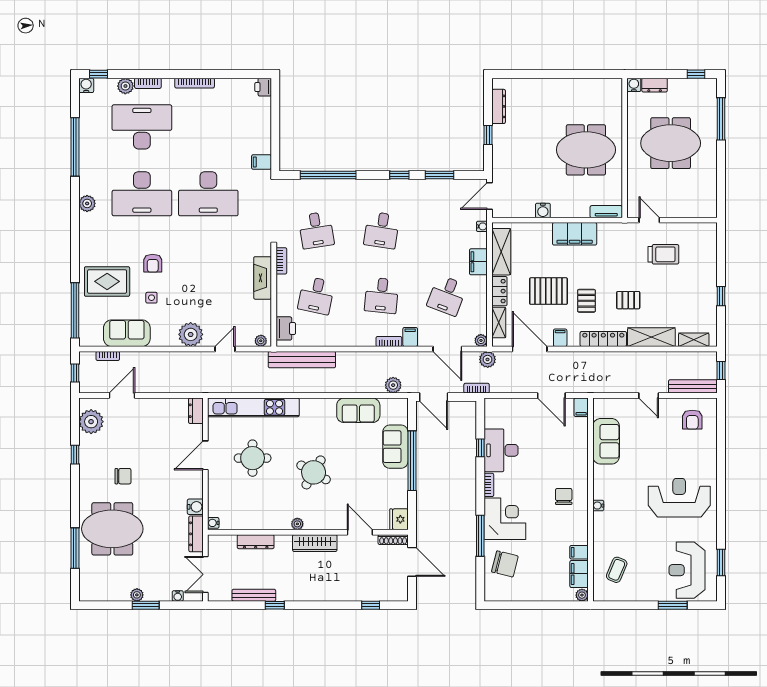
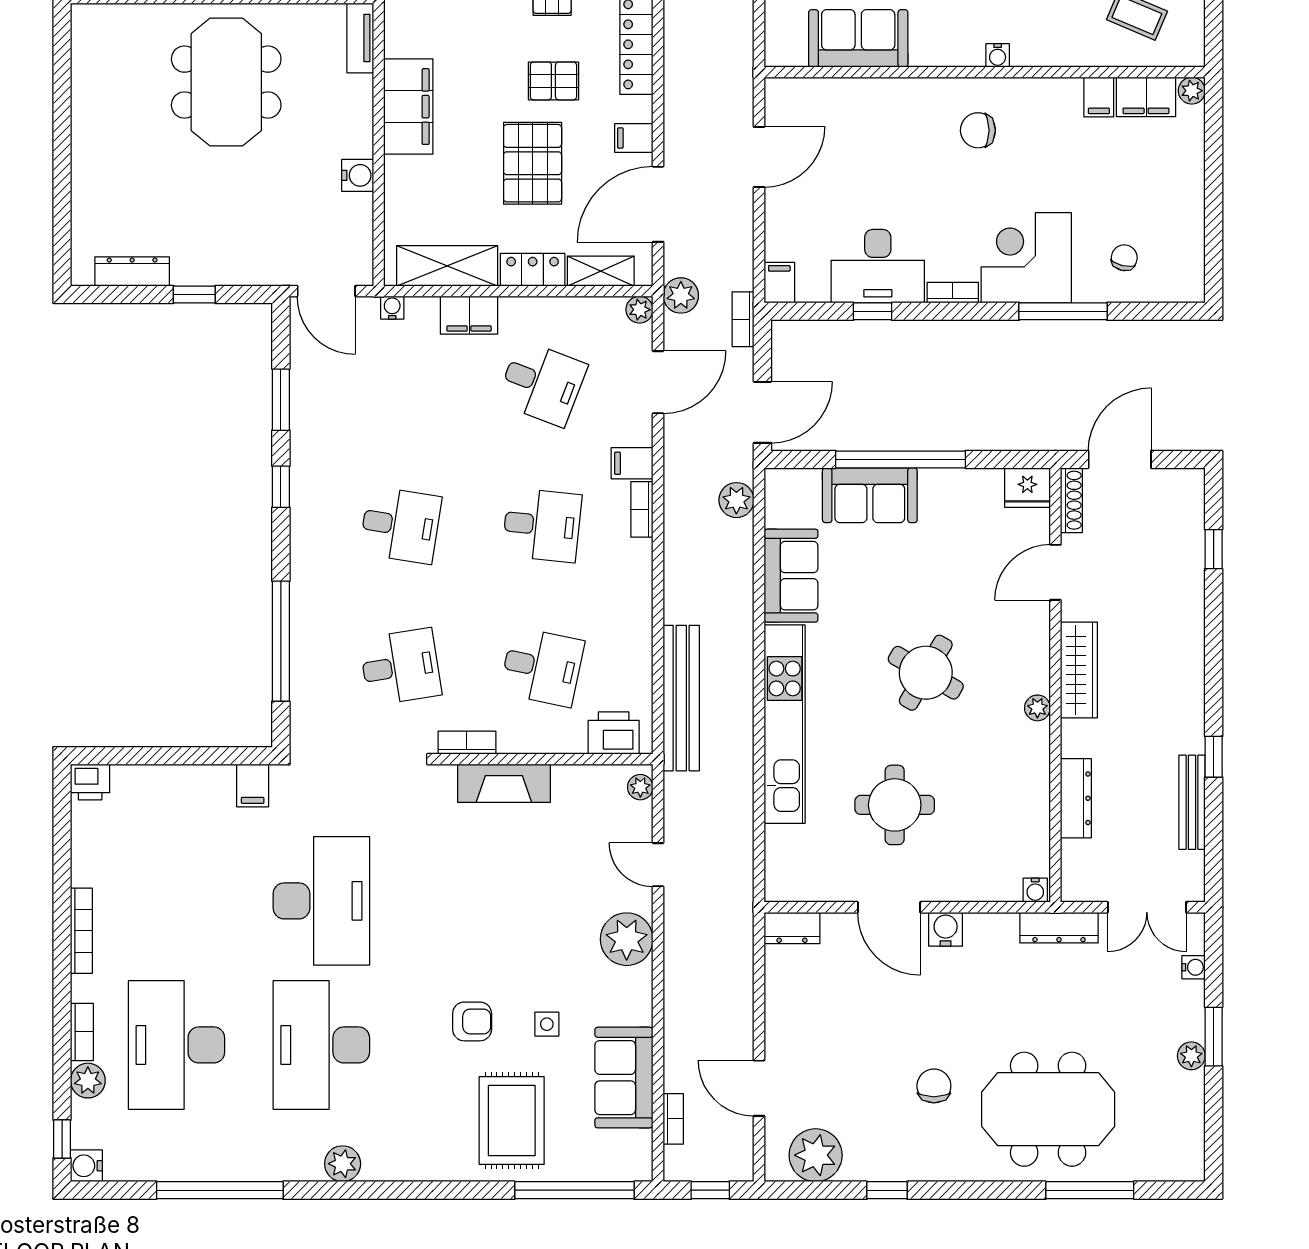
desk: (142, 194) -> (321, 1045), turned 180
kitchen unit: (253, 407) -> (785, 724), moved
filing cabinet: (581, 407) -> (779, 283), moved, turned -90
water cooler: (195, 507) -> (946, 929), moved
meeting table: (112, 529) -> (1048, 1109), turned 90
chair: (505, 564) -> (1124, 258), width x0.54, depth x0.54

